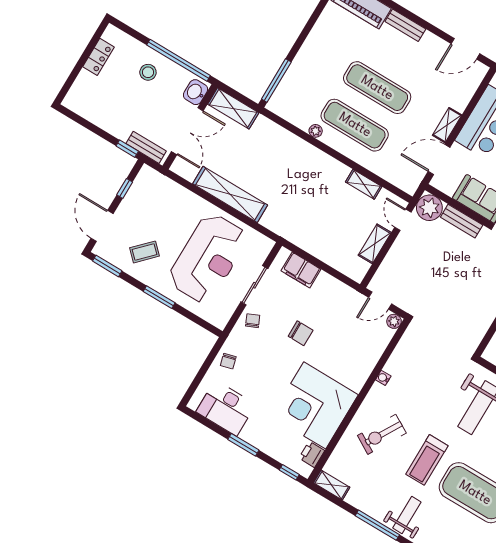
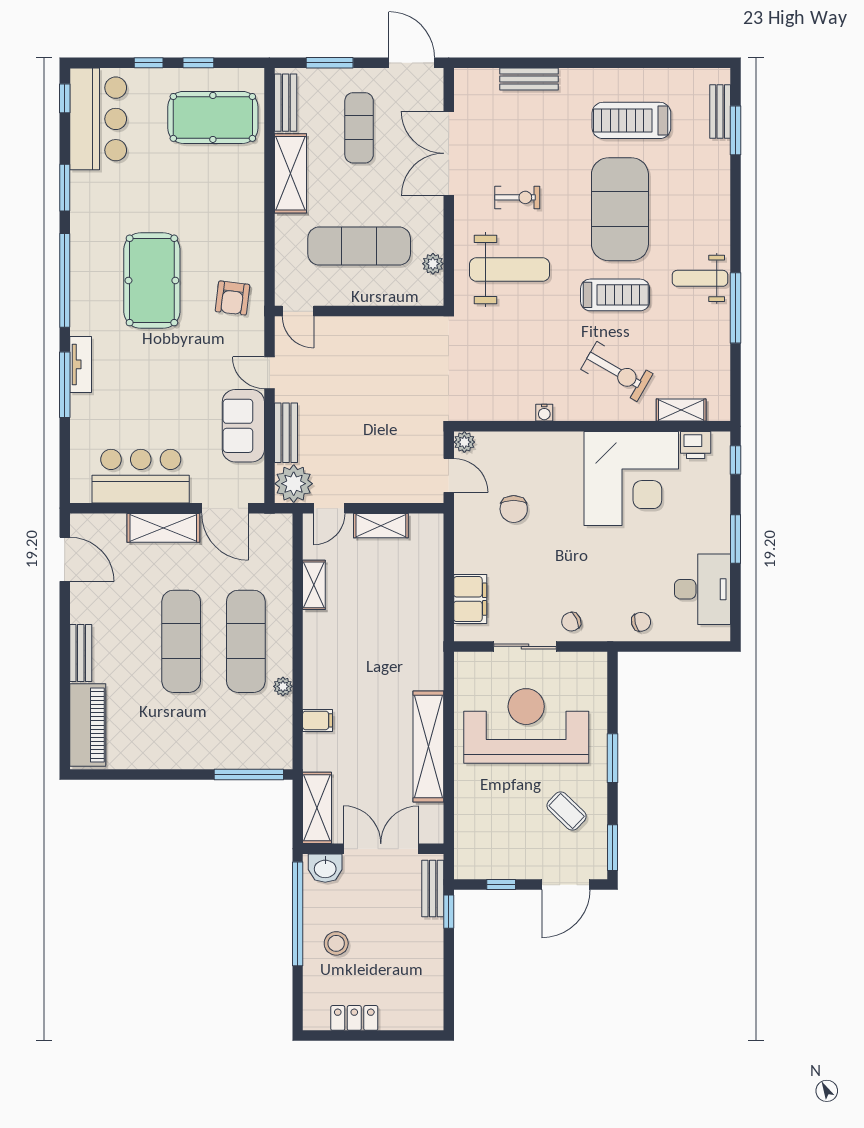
shelving: (447, 125) -> (163, 528), width x1.50, depth x1.33
filing cabinet: (284, 139) -> (318, 720), added
chair: (301, 333) -> (514, 509), moved, turned 180
shelving: (332, 485) -> (681, 410), moved, turned 90

